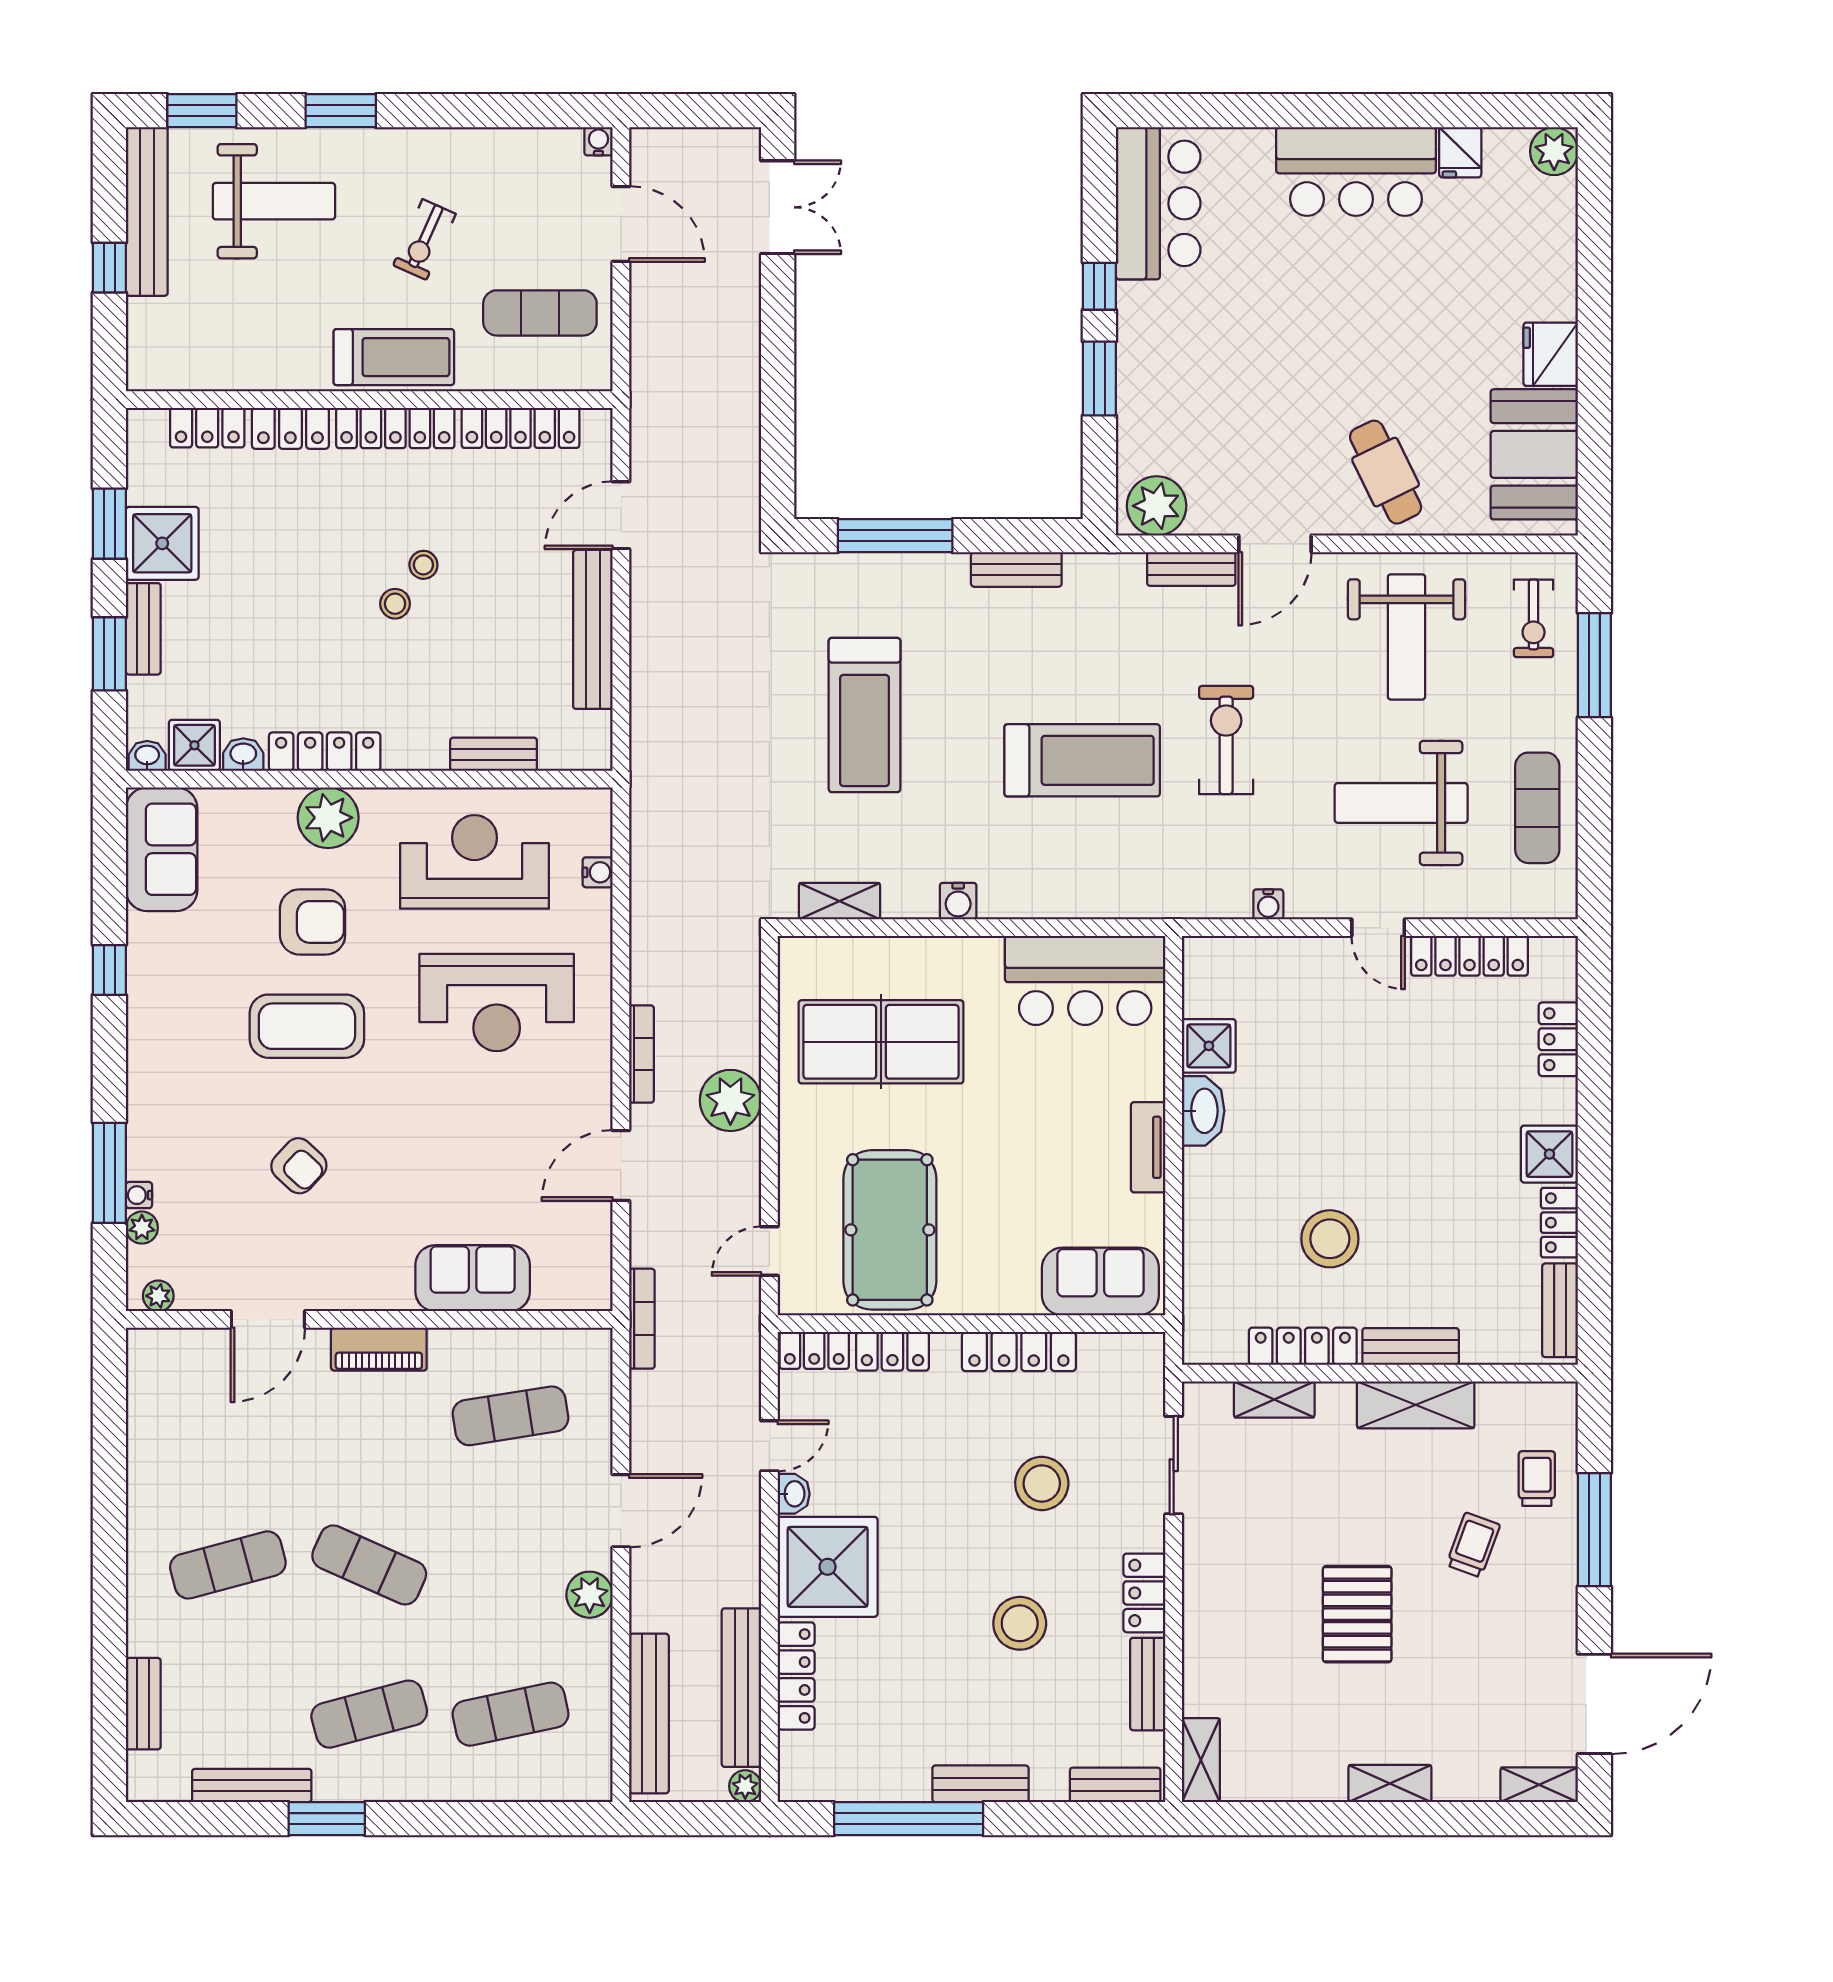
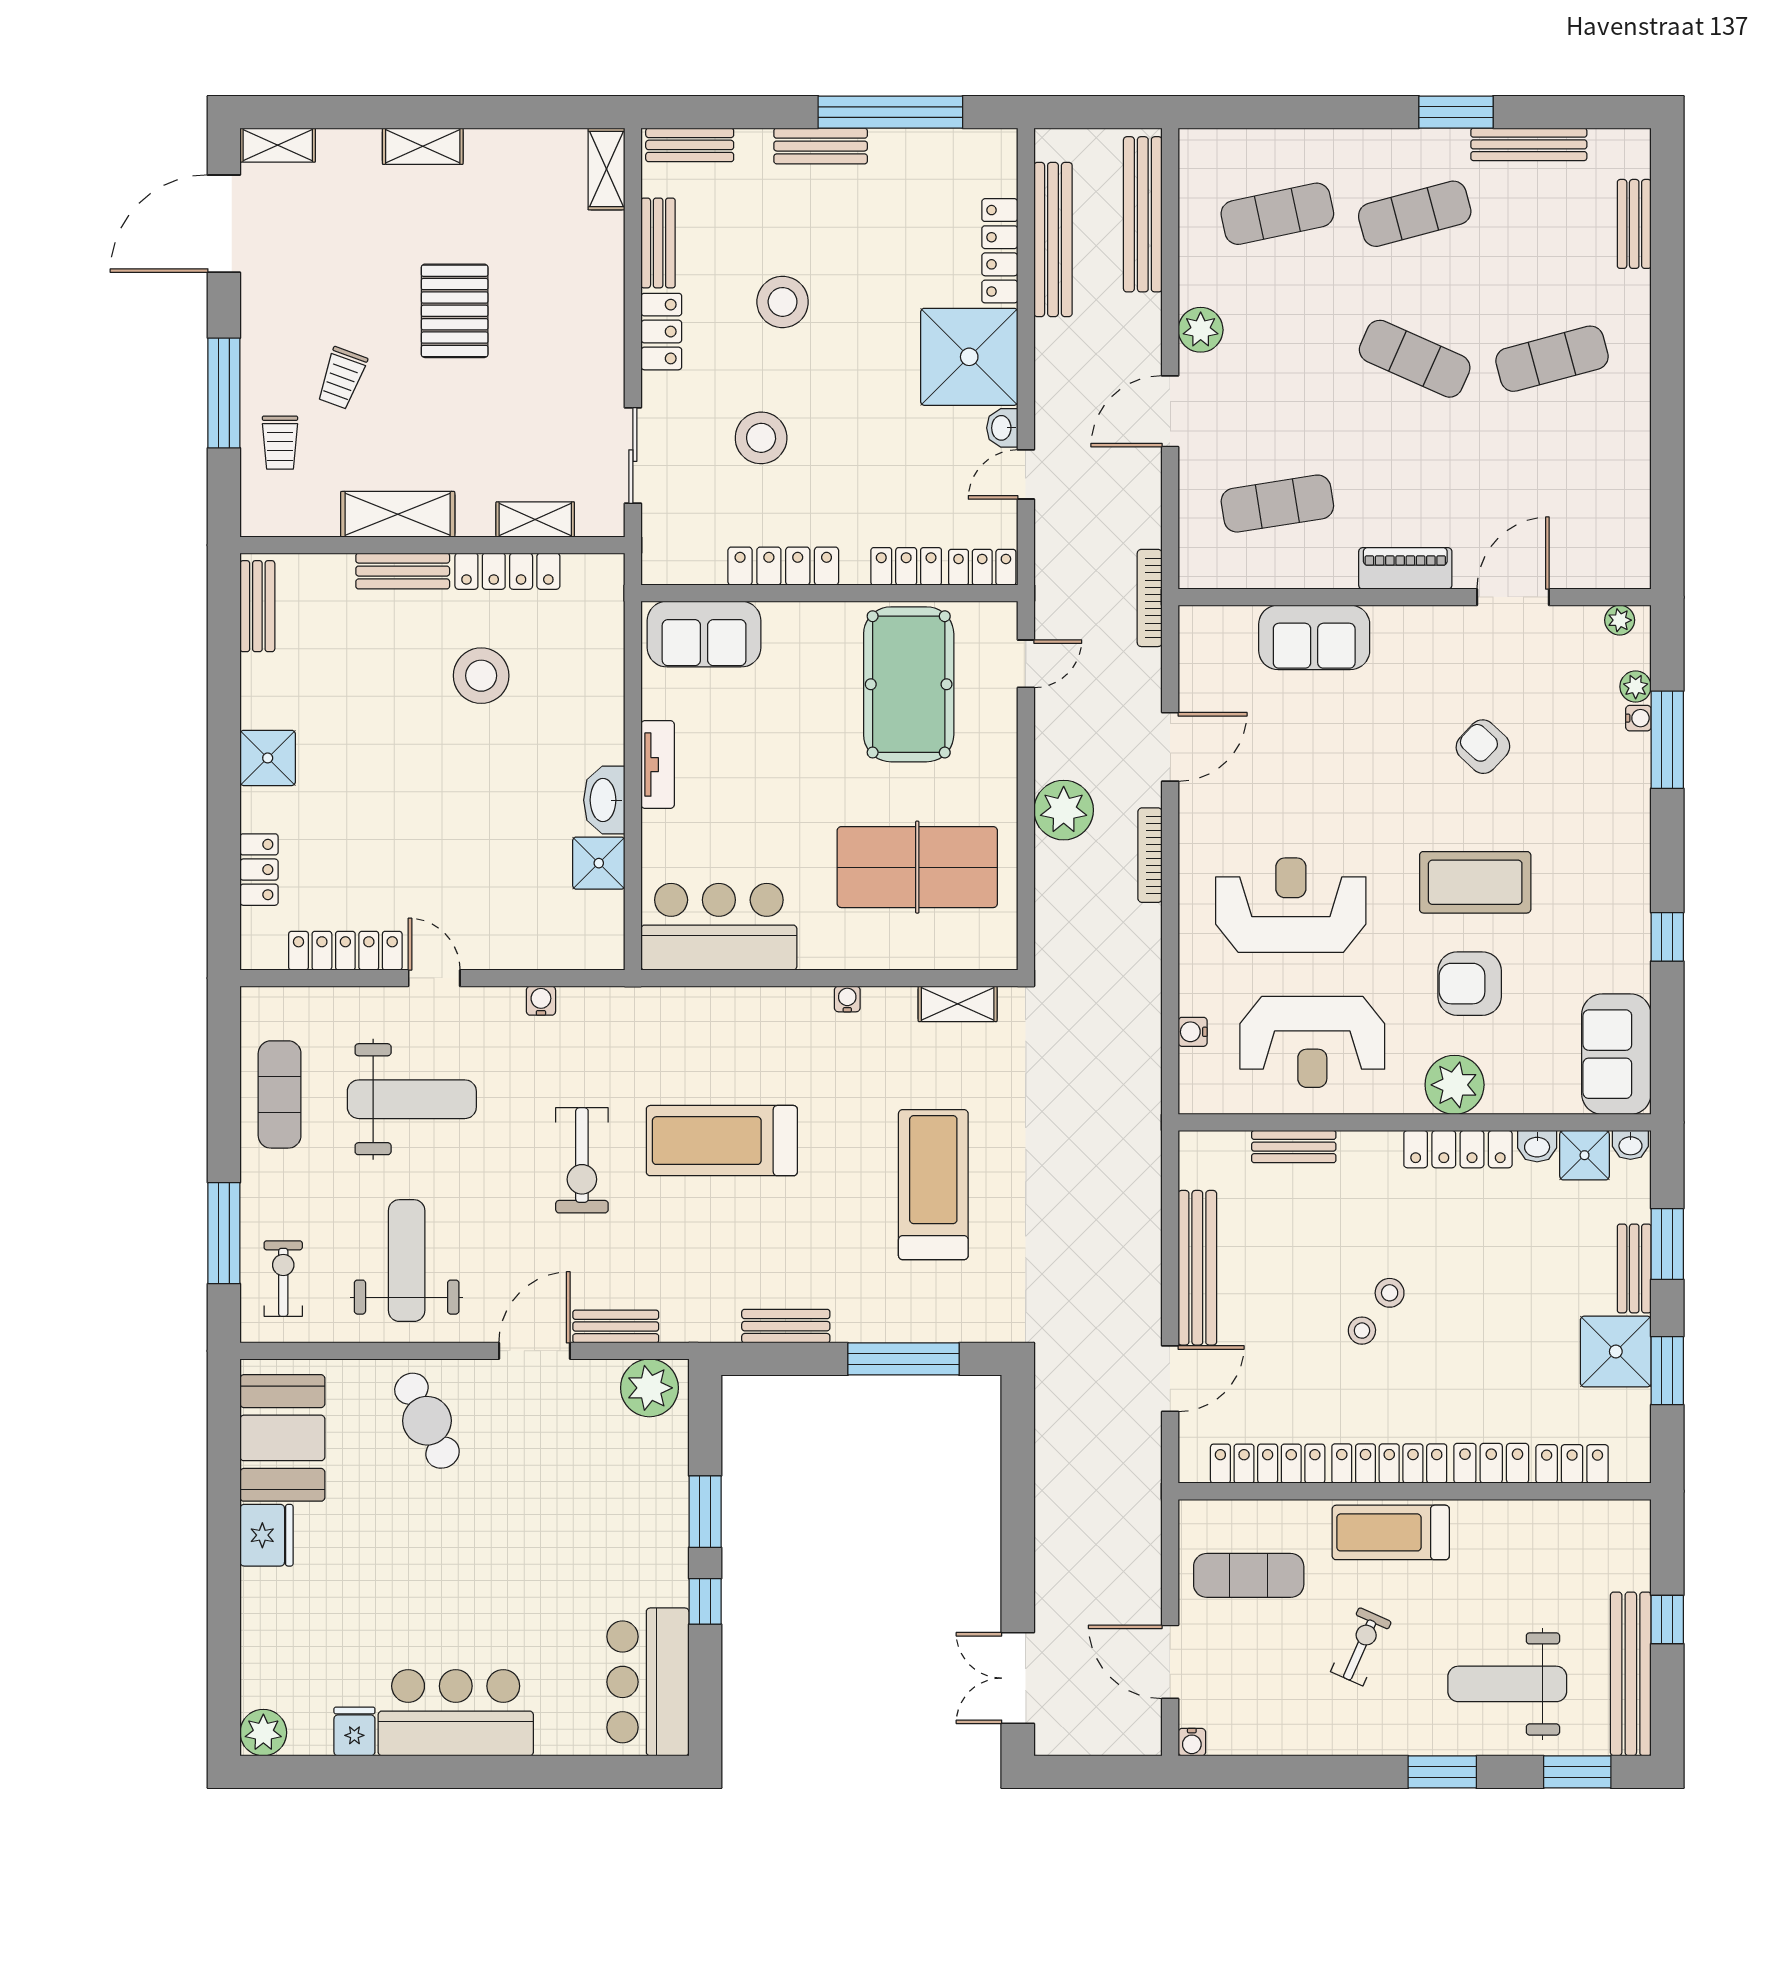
water cooler: (958, 901) -> (847, 999), width x0.72, depth x0.72
locker: (1559, 1223) -> (258, 691), removed
plant: (745, 1786) -> (1049, 144), removed

